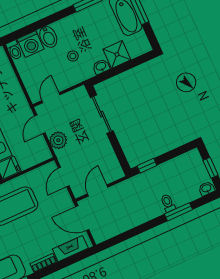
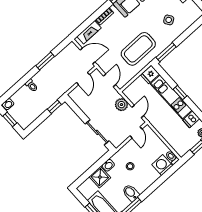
bidet: (48, 37) -> (131, 193), moved
window: (178, 212) -> (45, 61), moved

